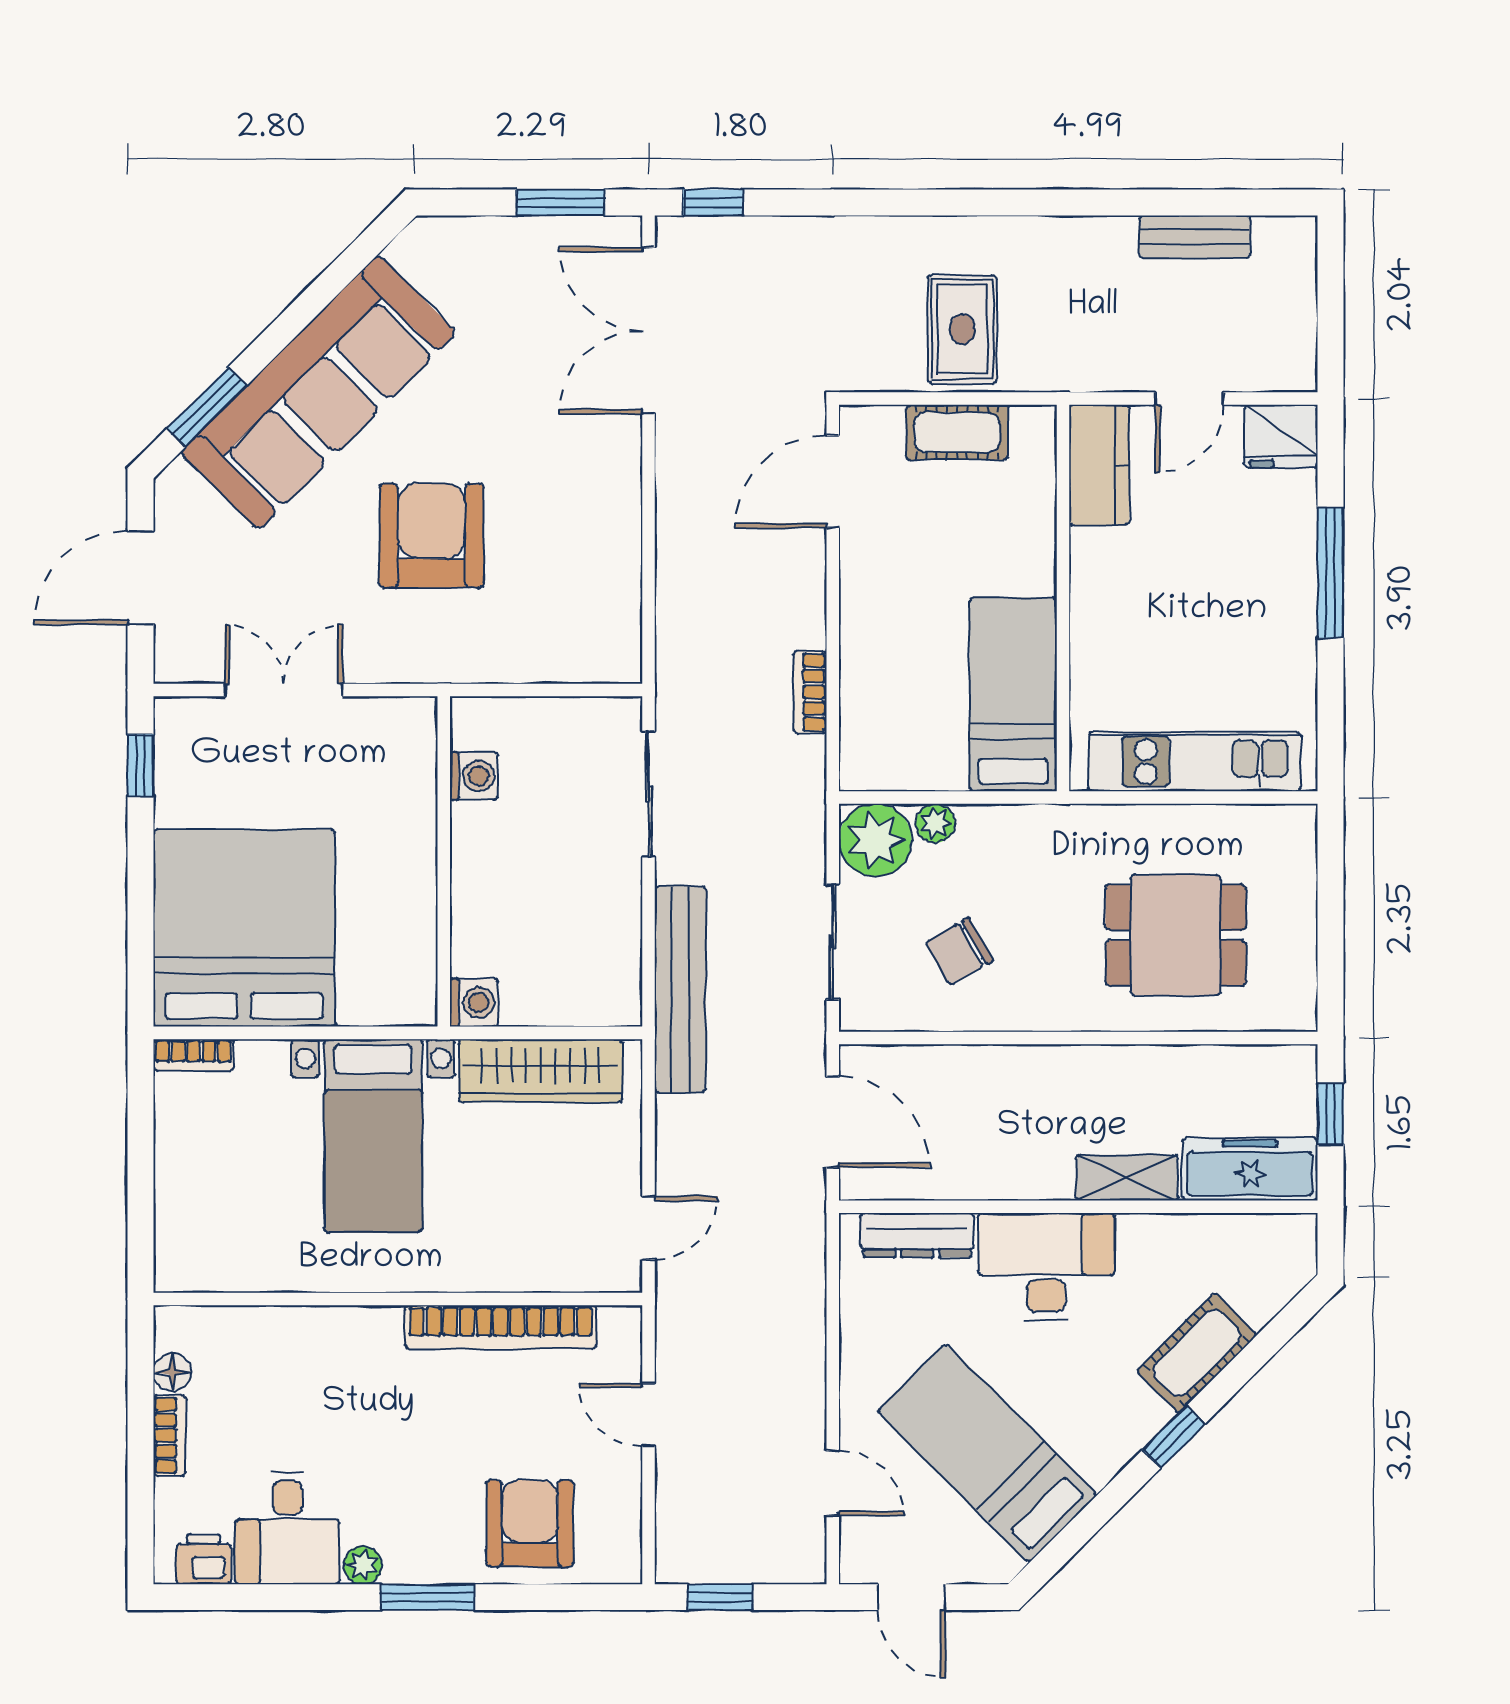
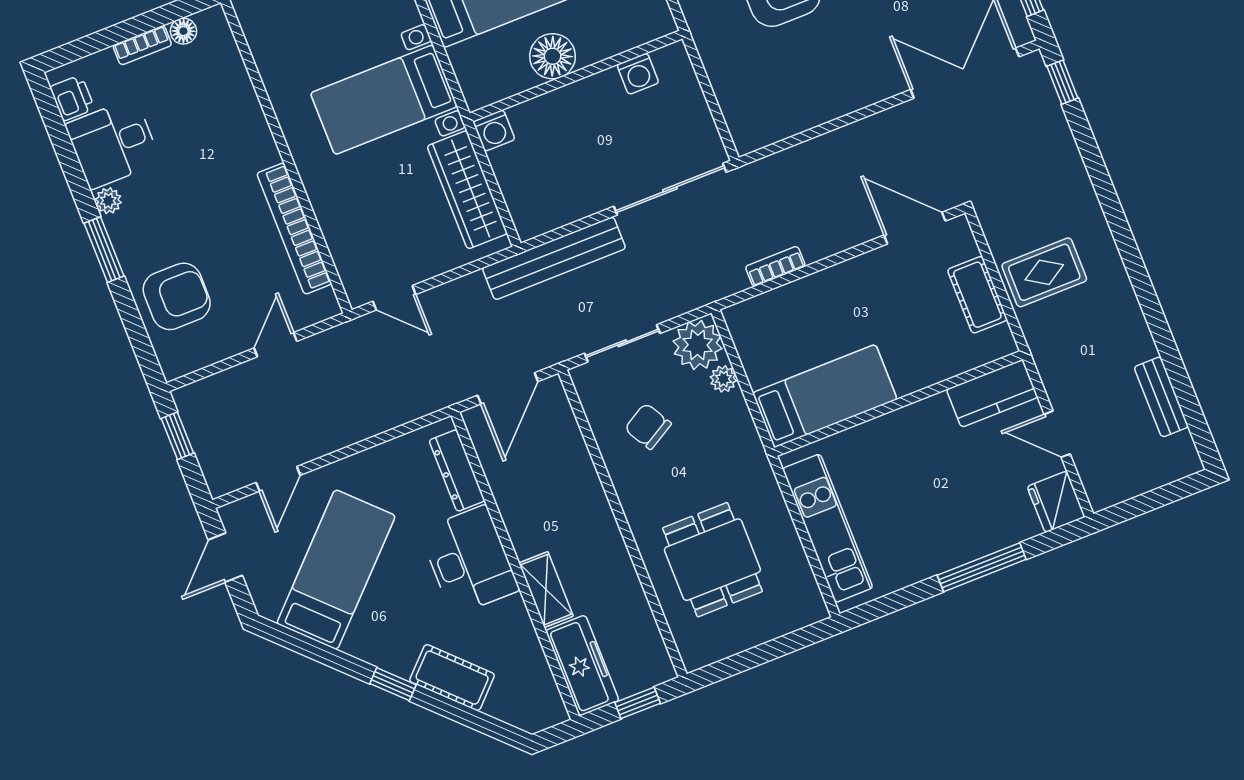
sliding door: (648, 794) -> (670, 189), width x1.37
floor lamp: (404, 883) -> (553, 56), added

